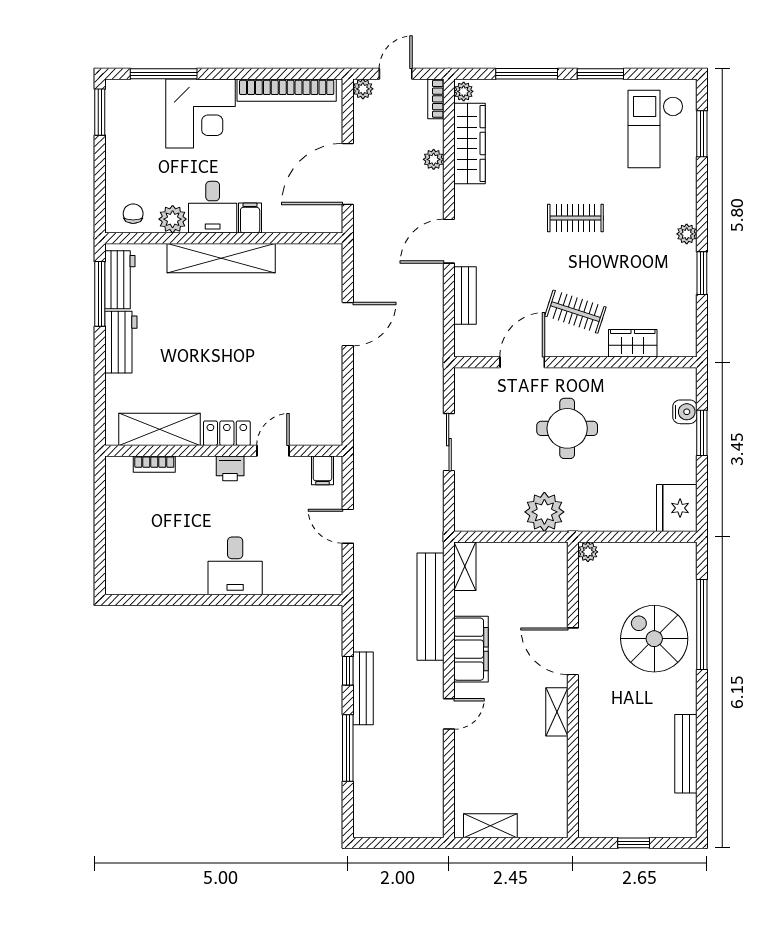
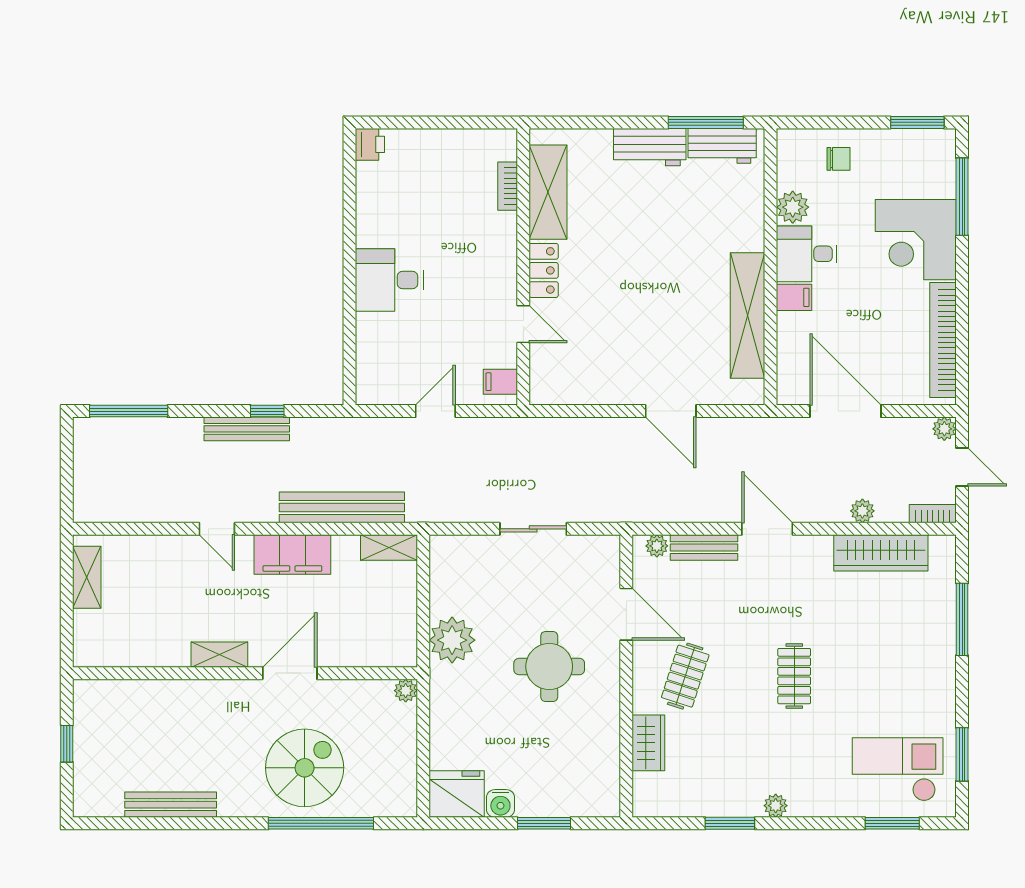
window: (600, 74) -> (962, 754), moved
plant: (464, 91) -> (657, 546), moved
chair: (133, 214) -> (839, 159), moved
shelving: (221, 258) -> (748, 316), moved
water cooler: (685, 412) -> (500, 803), moved
printer: (230, 468) -> (370, 144), moved, turned 180
window: (348, 748) -> (129, 411), moved

